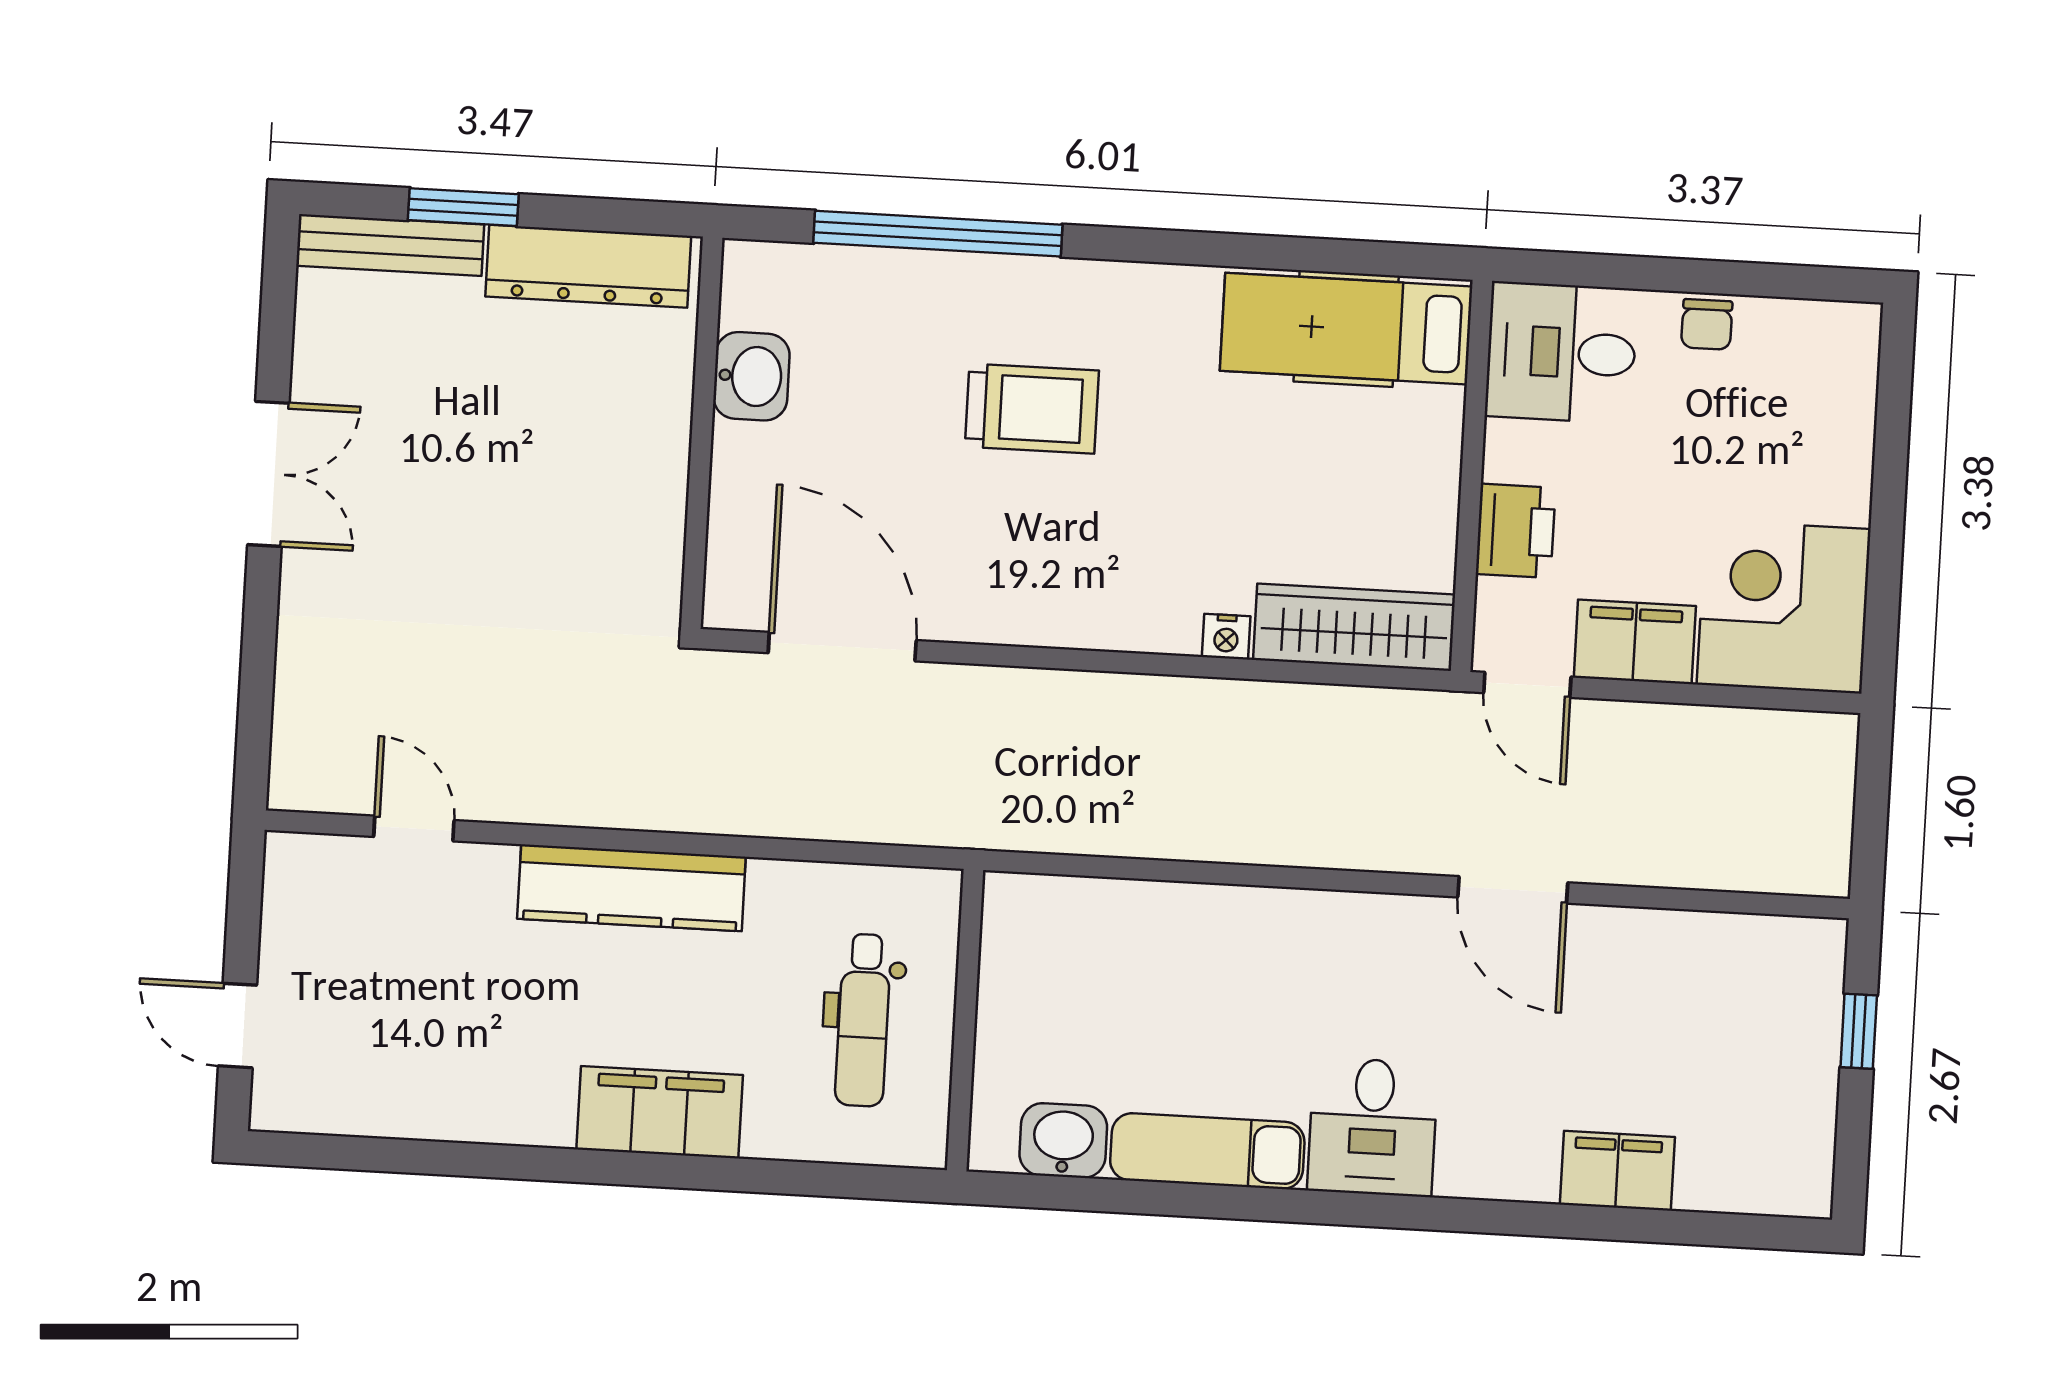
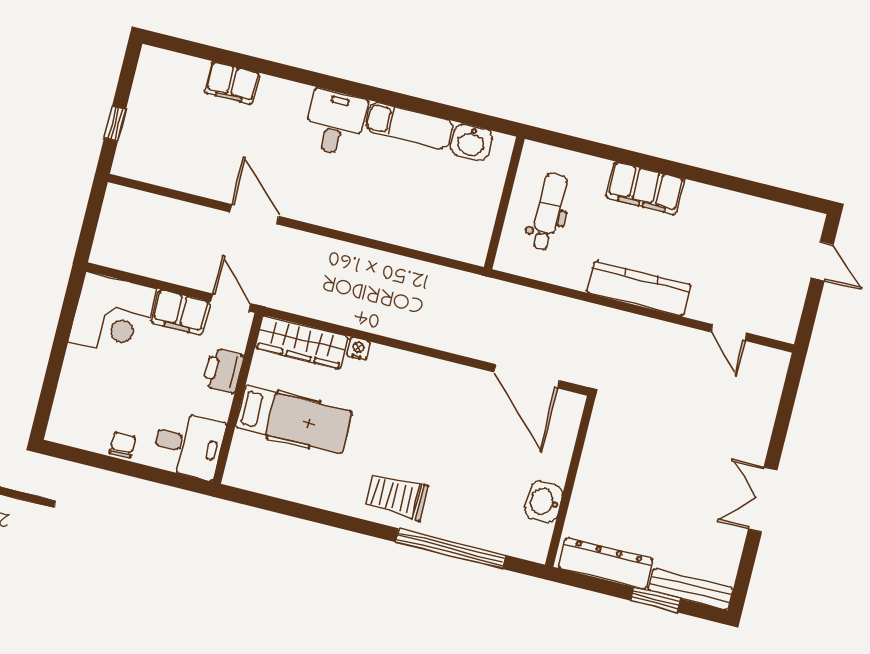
hospital bed: (1346, 329) -> (294, 420), moved
trolley: (1032, 409) -> (396, 497), moved

